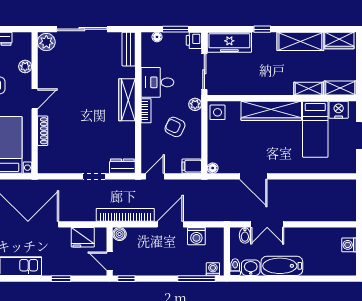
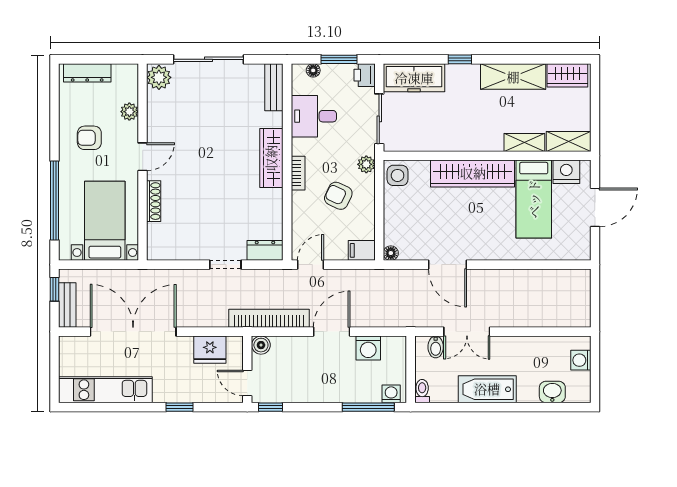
desk: (157, 82) -> (314, 116), moved
washbasin: (251, 268) -> (552, 392), moved

